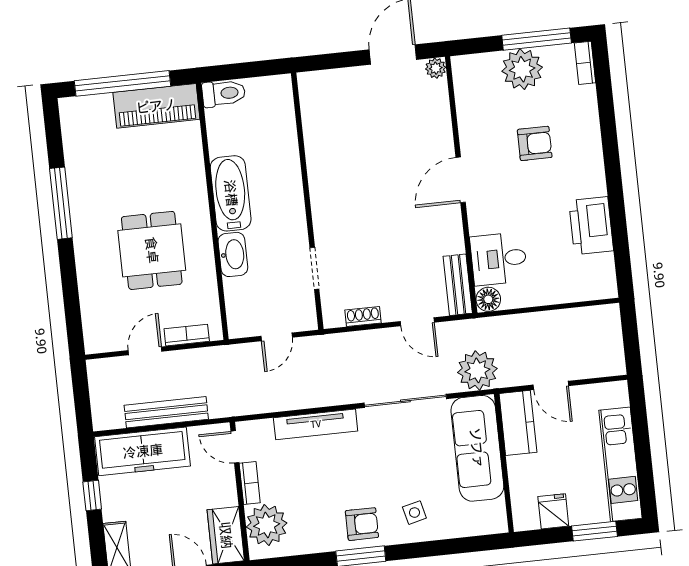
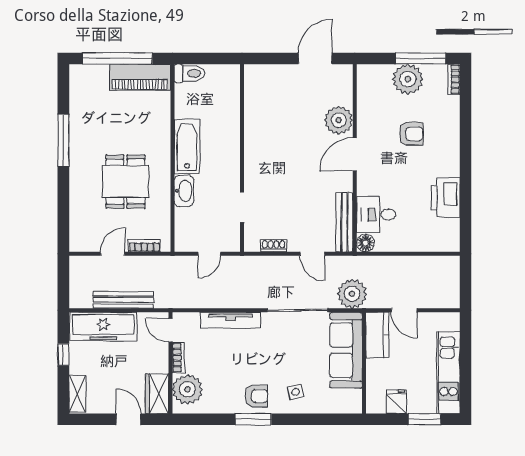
plant: (436, 68) -> (339, 120), moved, width x1.87, depth x1.87
bench: (458, 285) -> (344, 222), width x1.36

